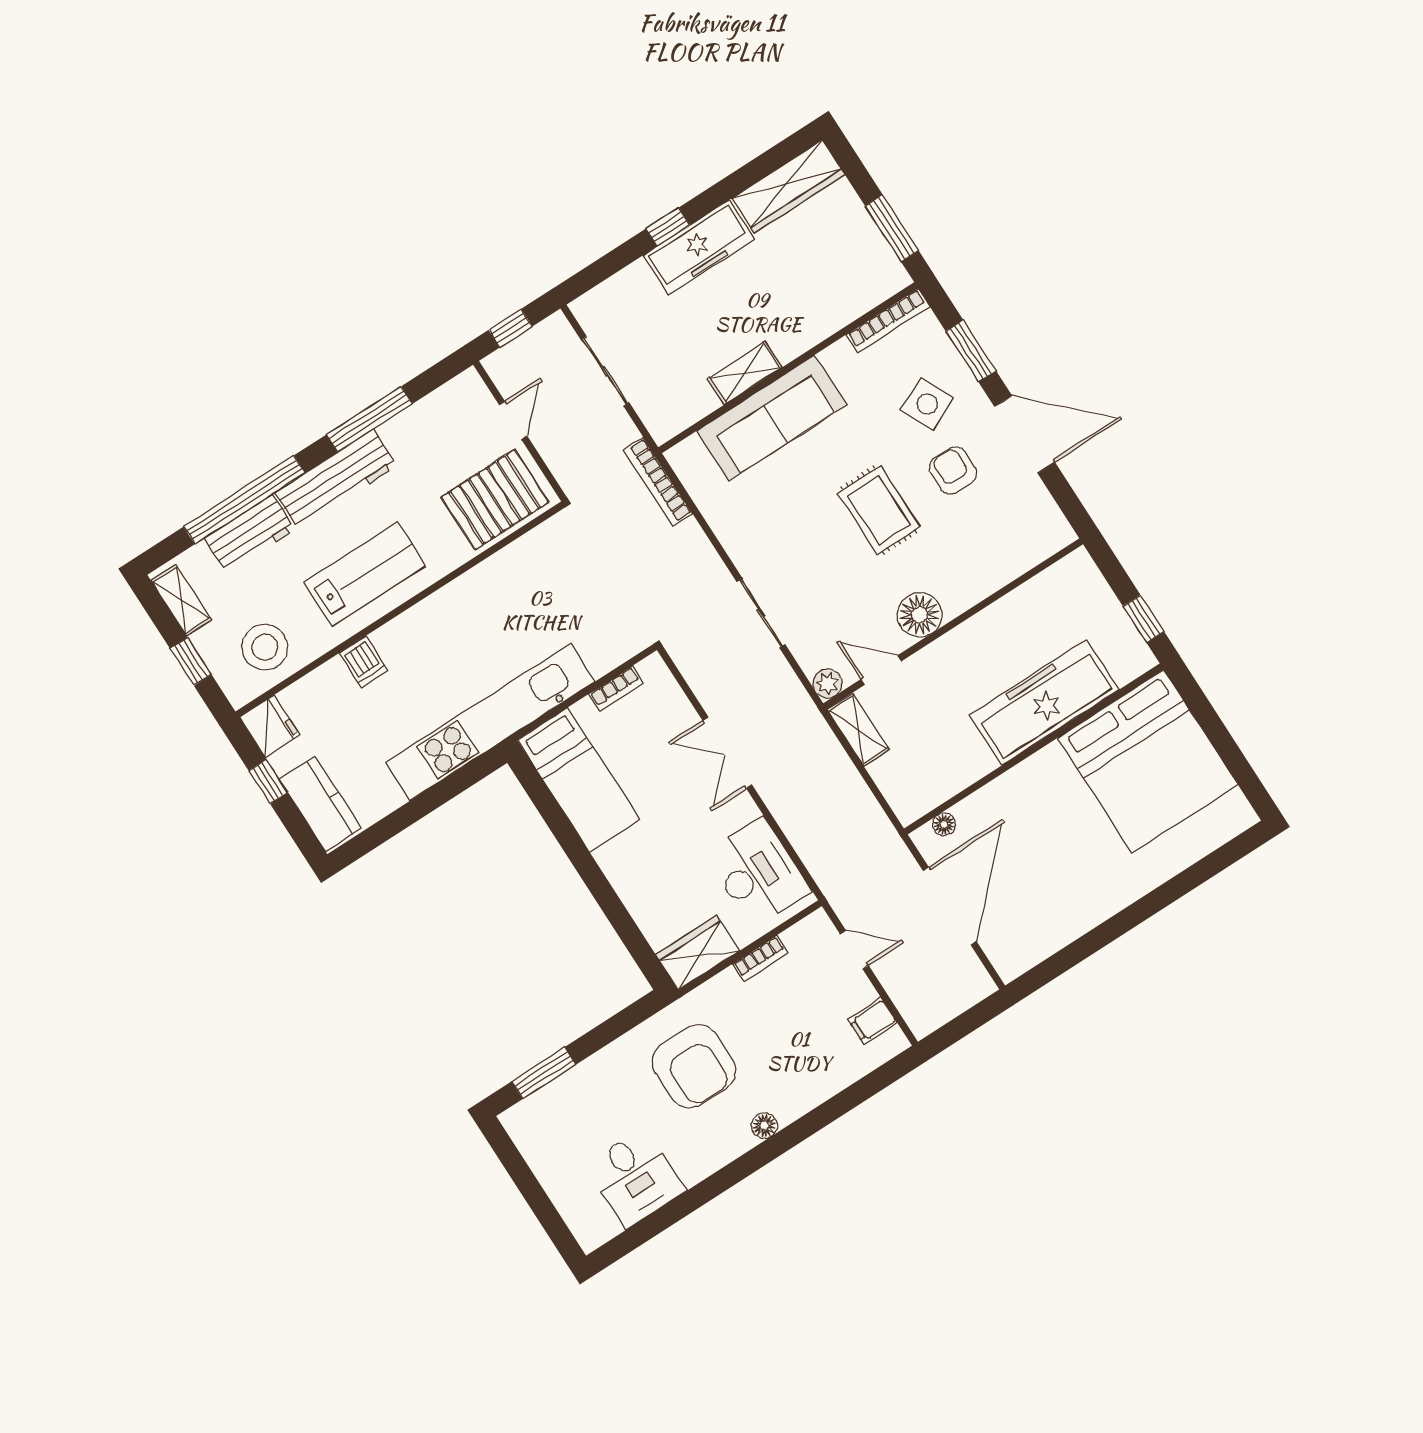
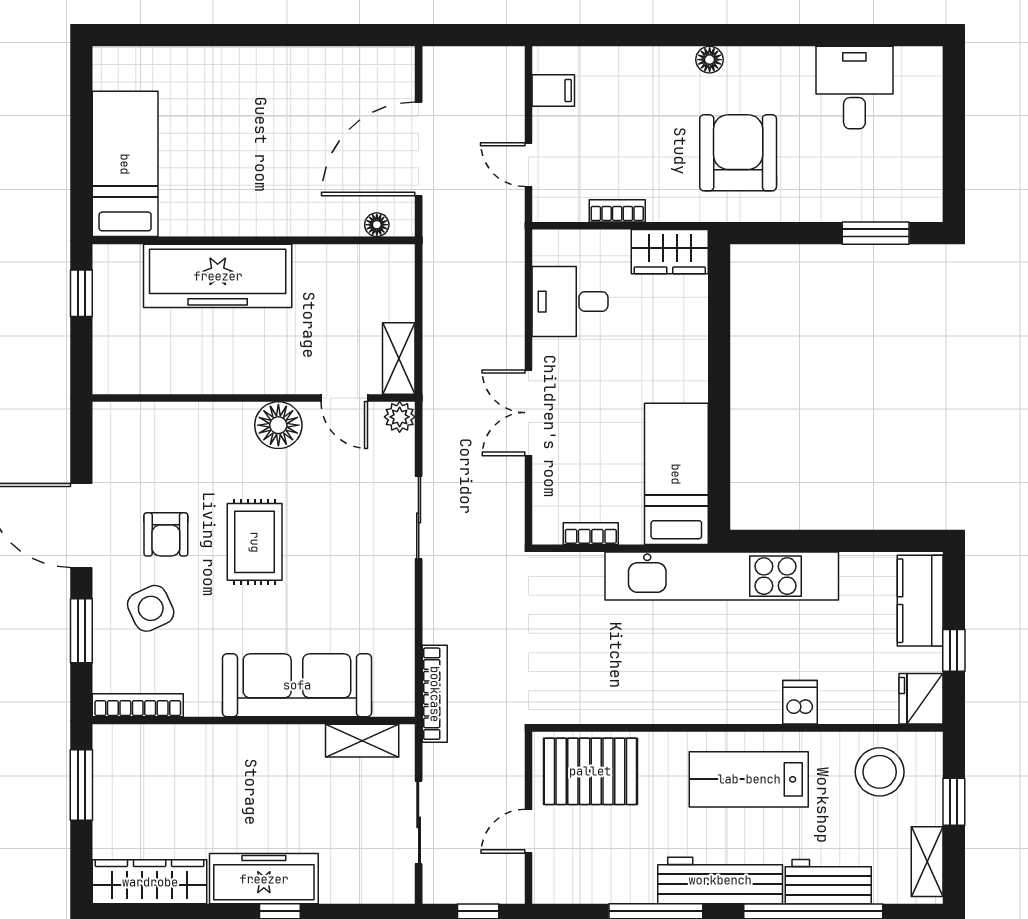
shelving: (745, 373) -> (362, 741), moved
double door: (727, 753) -> (529, 413), swing flipped
bed: (1148, 761) -> (125, 164), width x0.49
desk: (758, 873) -> (570, 302), width x0.73

